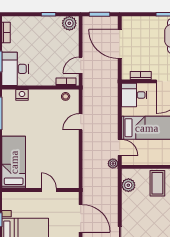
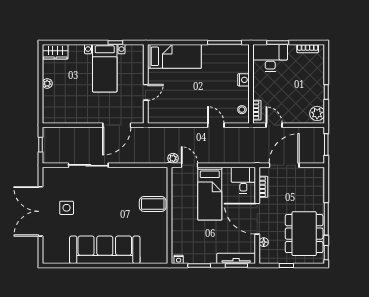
door: (120, 44) -> (284, 165), moved
nightstand: (22, 95) -> (243, 80), moved
door: (120, 147) -> (189, 165), swing flipped
plant: (128, 185) -> (151, 174), removed

